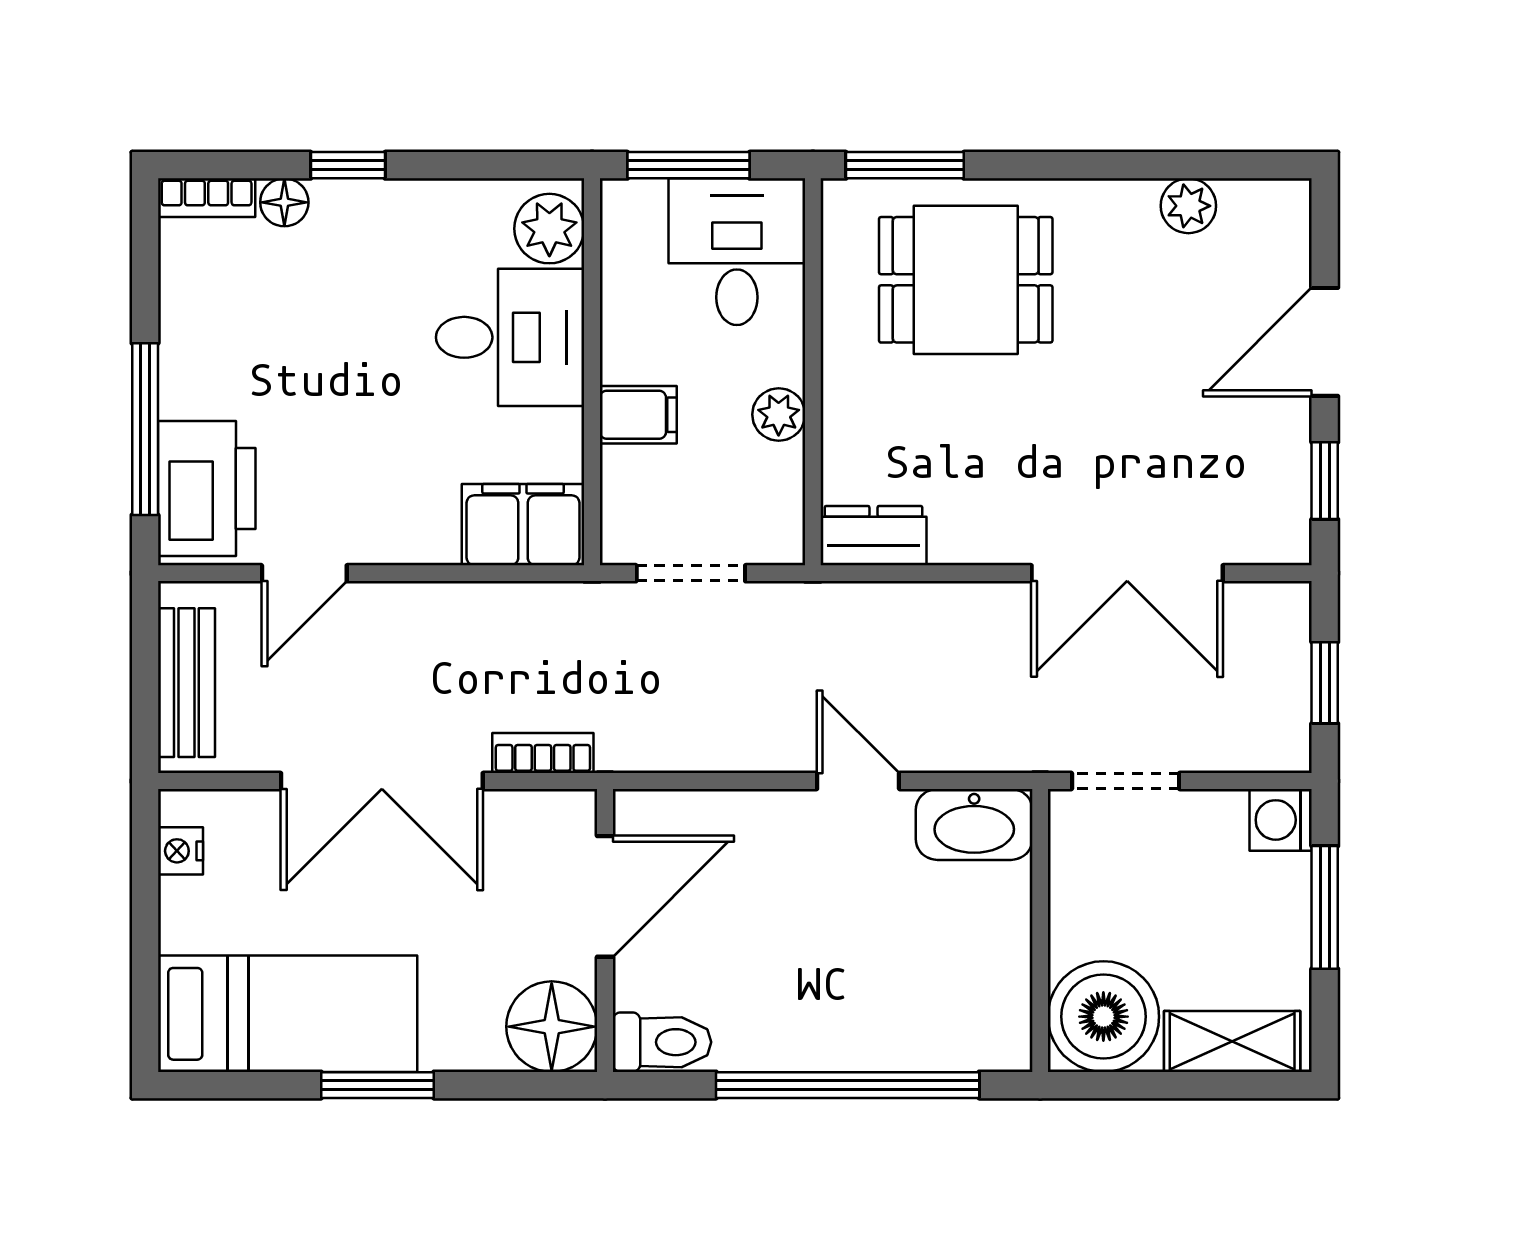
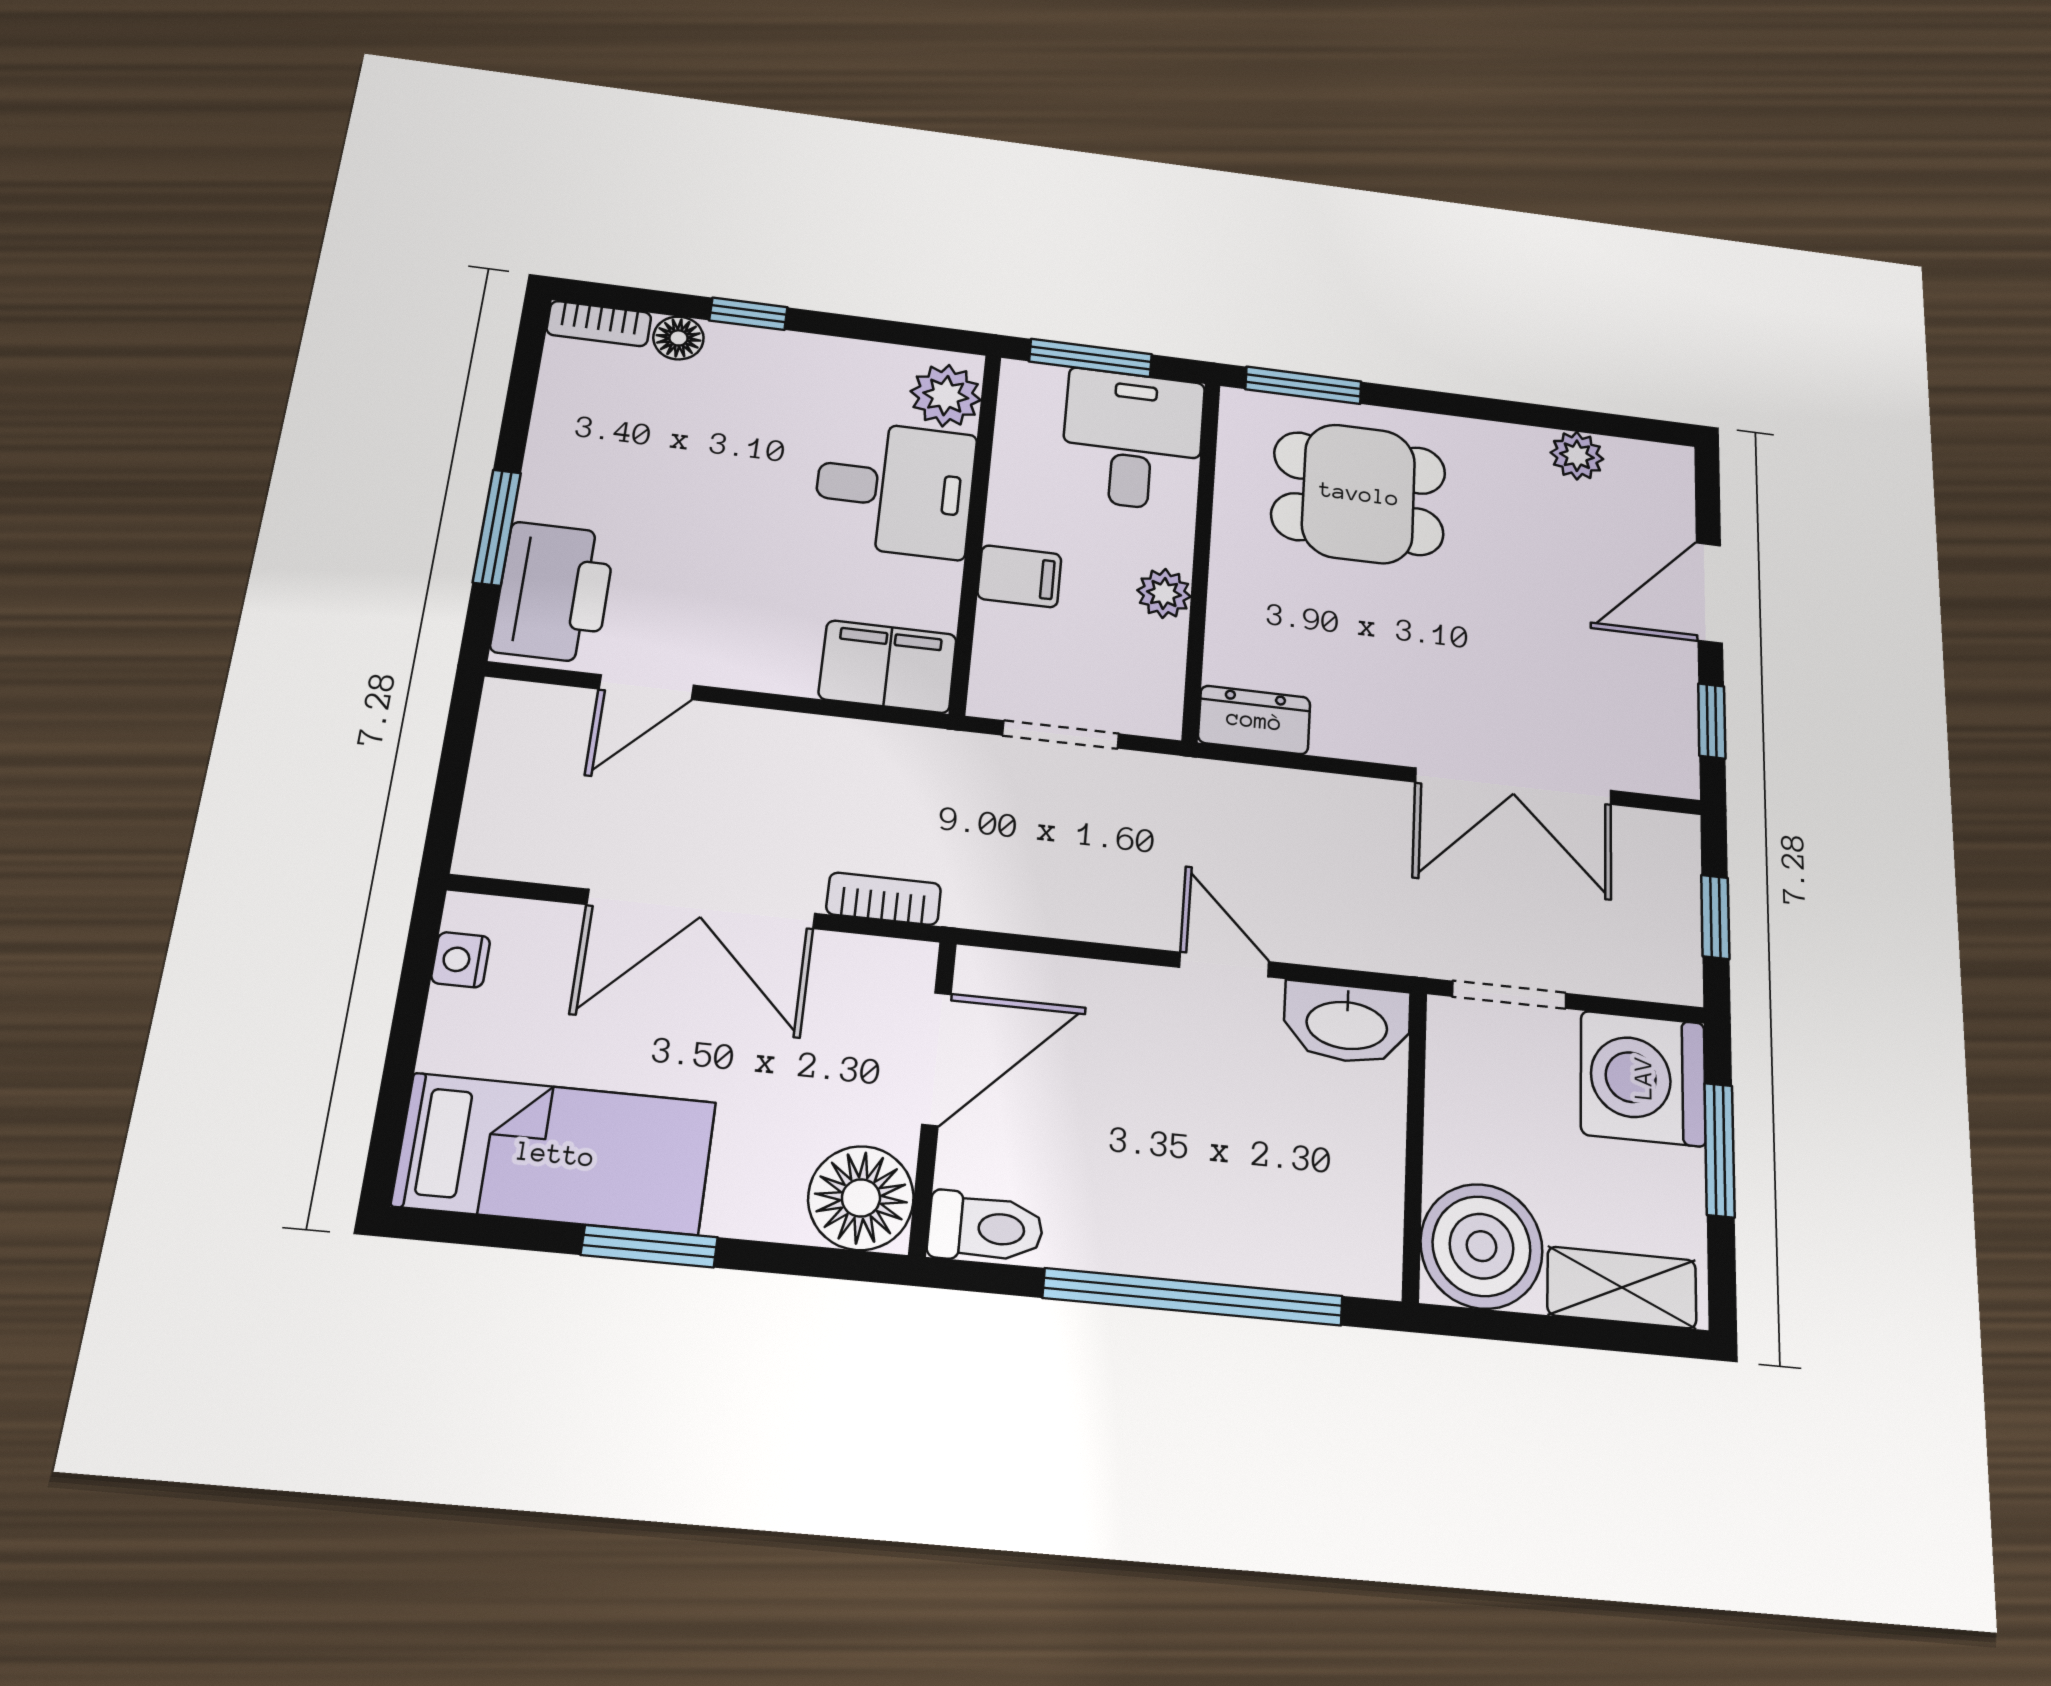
window: (145, 429) -> (497, 527), width x0.69
bench: (186, 683) -> (498, 783), removed
washing machine: (1281, 820) -> (1643, 1078), width x1.89, depth x1.89

